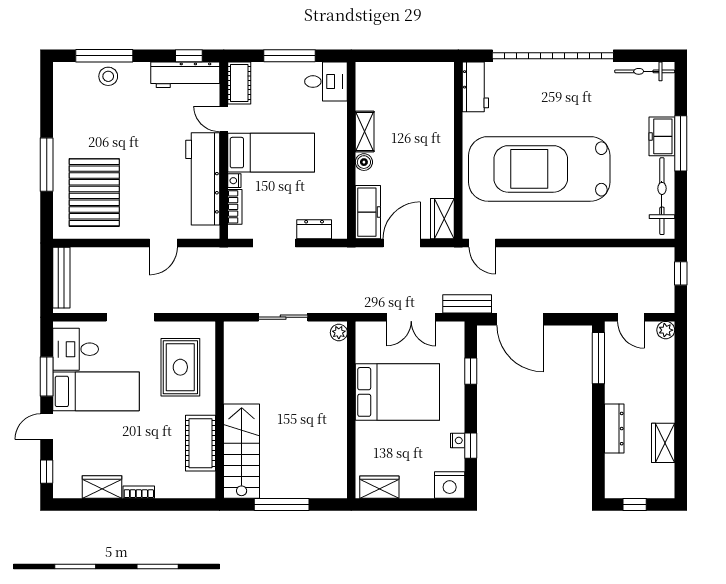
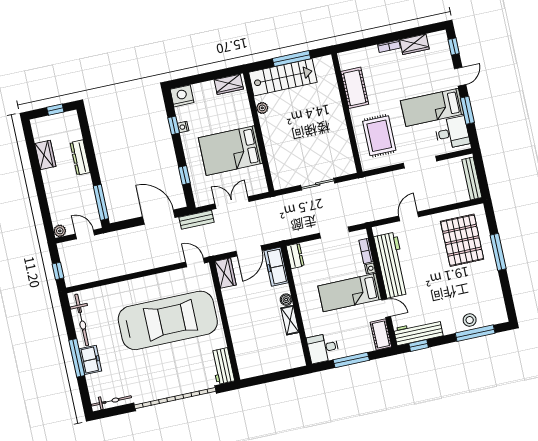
dresser: (314, 229) -> (295, 256), moved, turned -90
plant: (339, 333) -> (262, 108), moved
stairs: (242, 451) -> (283, 77), moved, turned -90

